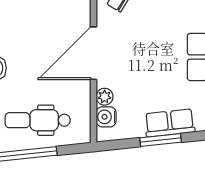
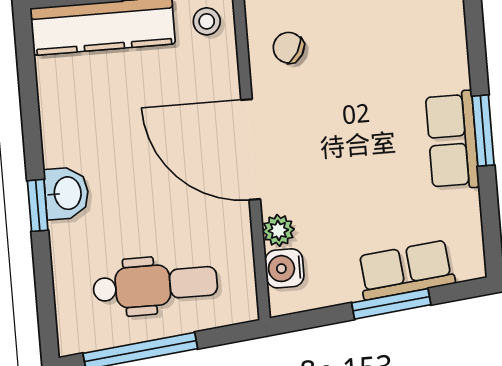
door: (94, 53) -> (251, 150), hinge flipped
dental chair: (38, 120) -> (155, 285), turned 180

